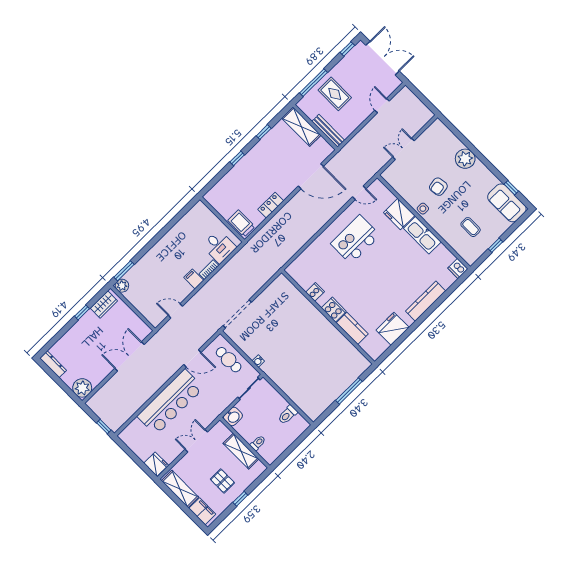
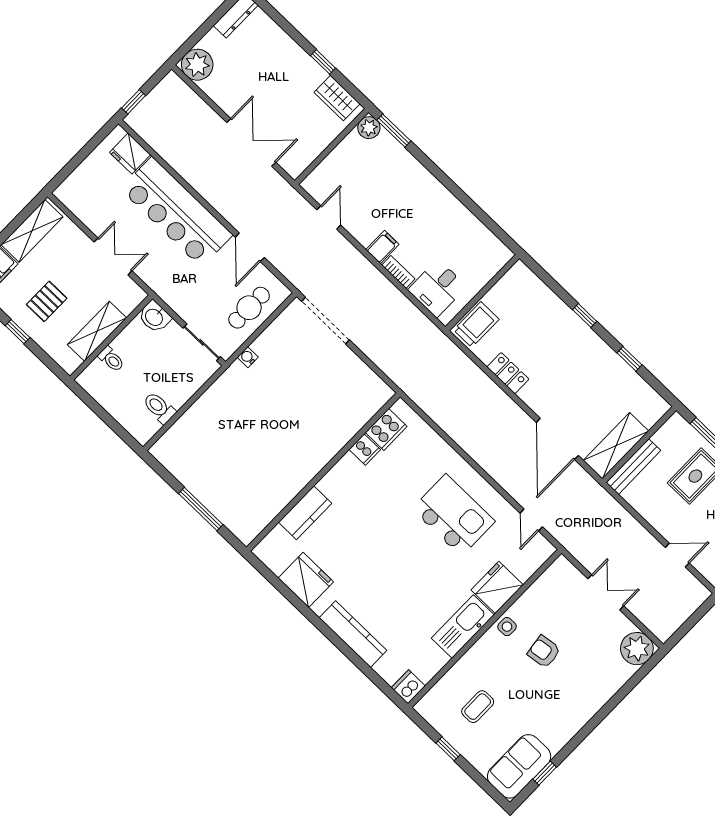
shelving: (301, 127) -> (616, 446), moved
plant: (465, 159) -> (637, 649), moved
cooker: (334, 310) -> (386, 429), moved
fridge: (156, 464) -> (130, 154), moved, turned 90

